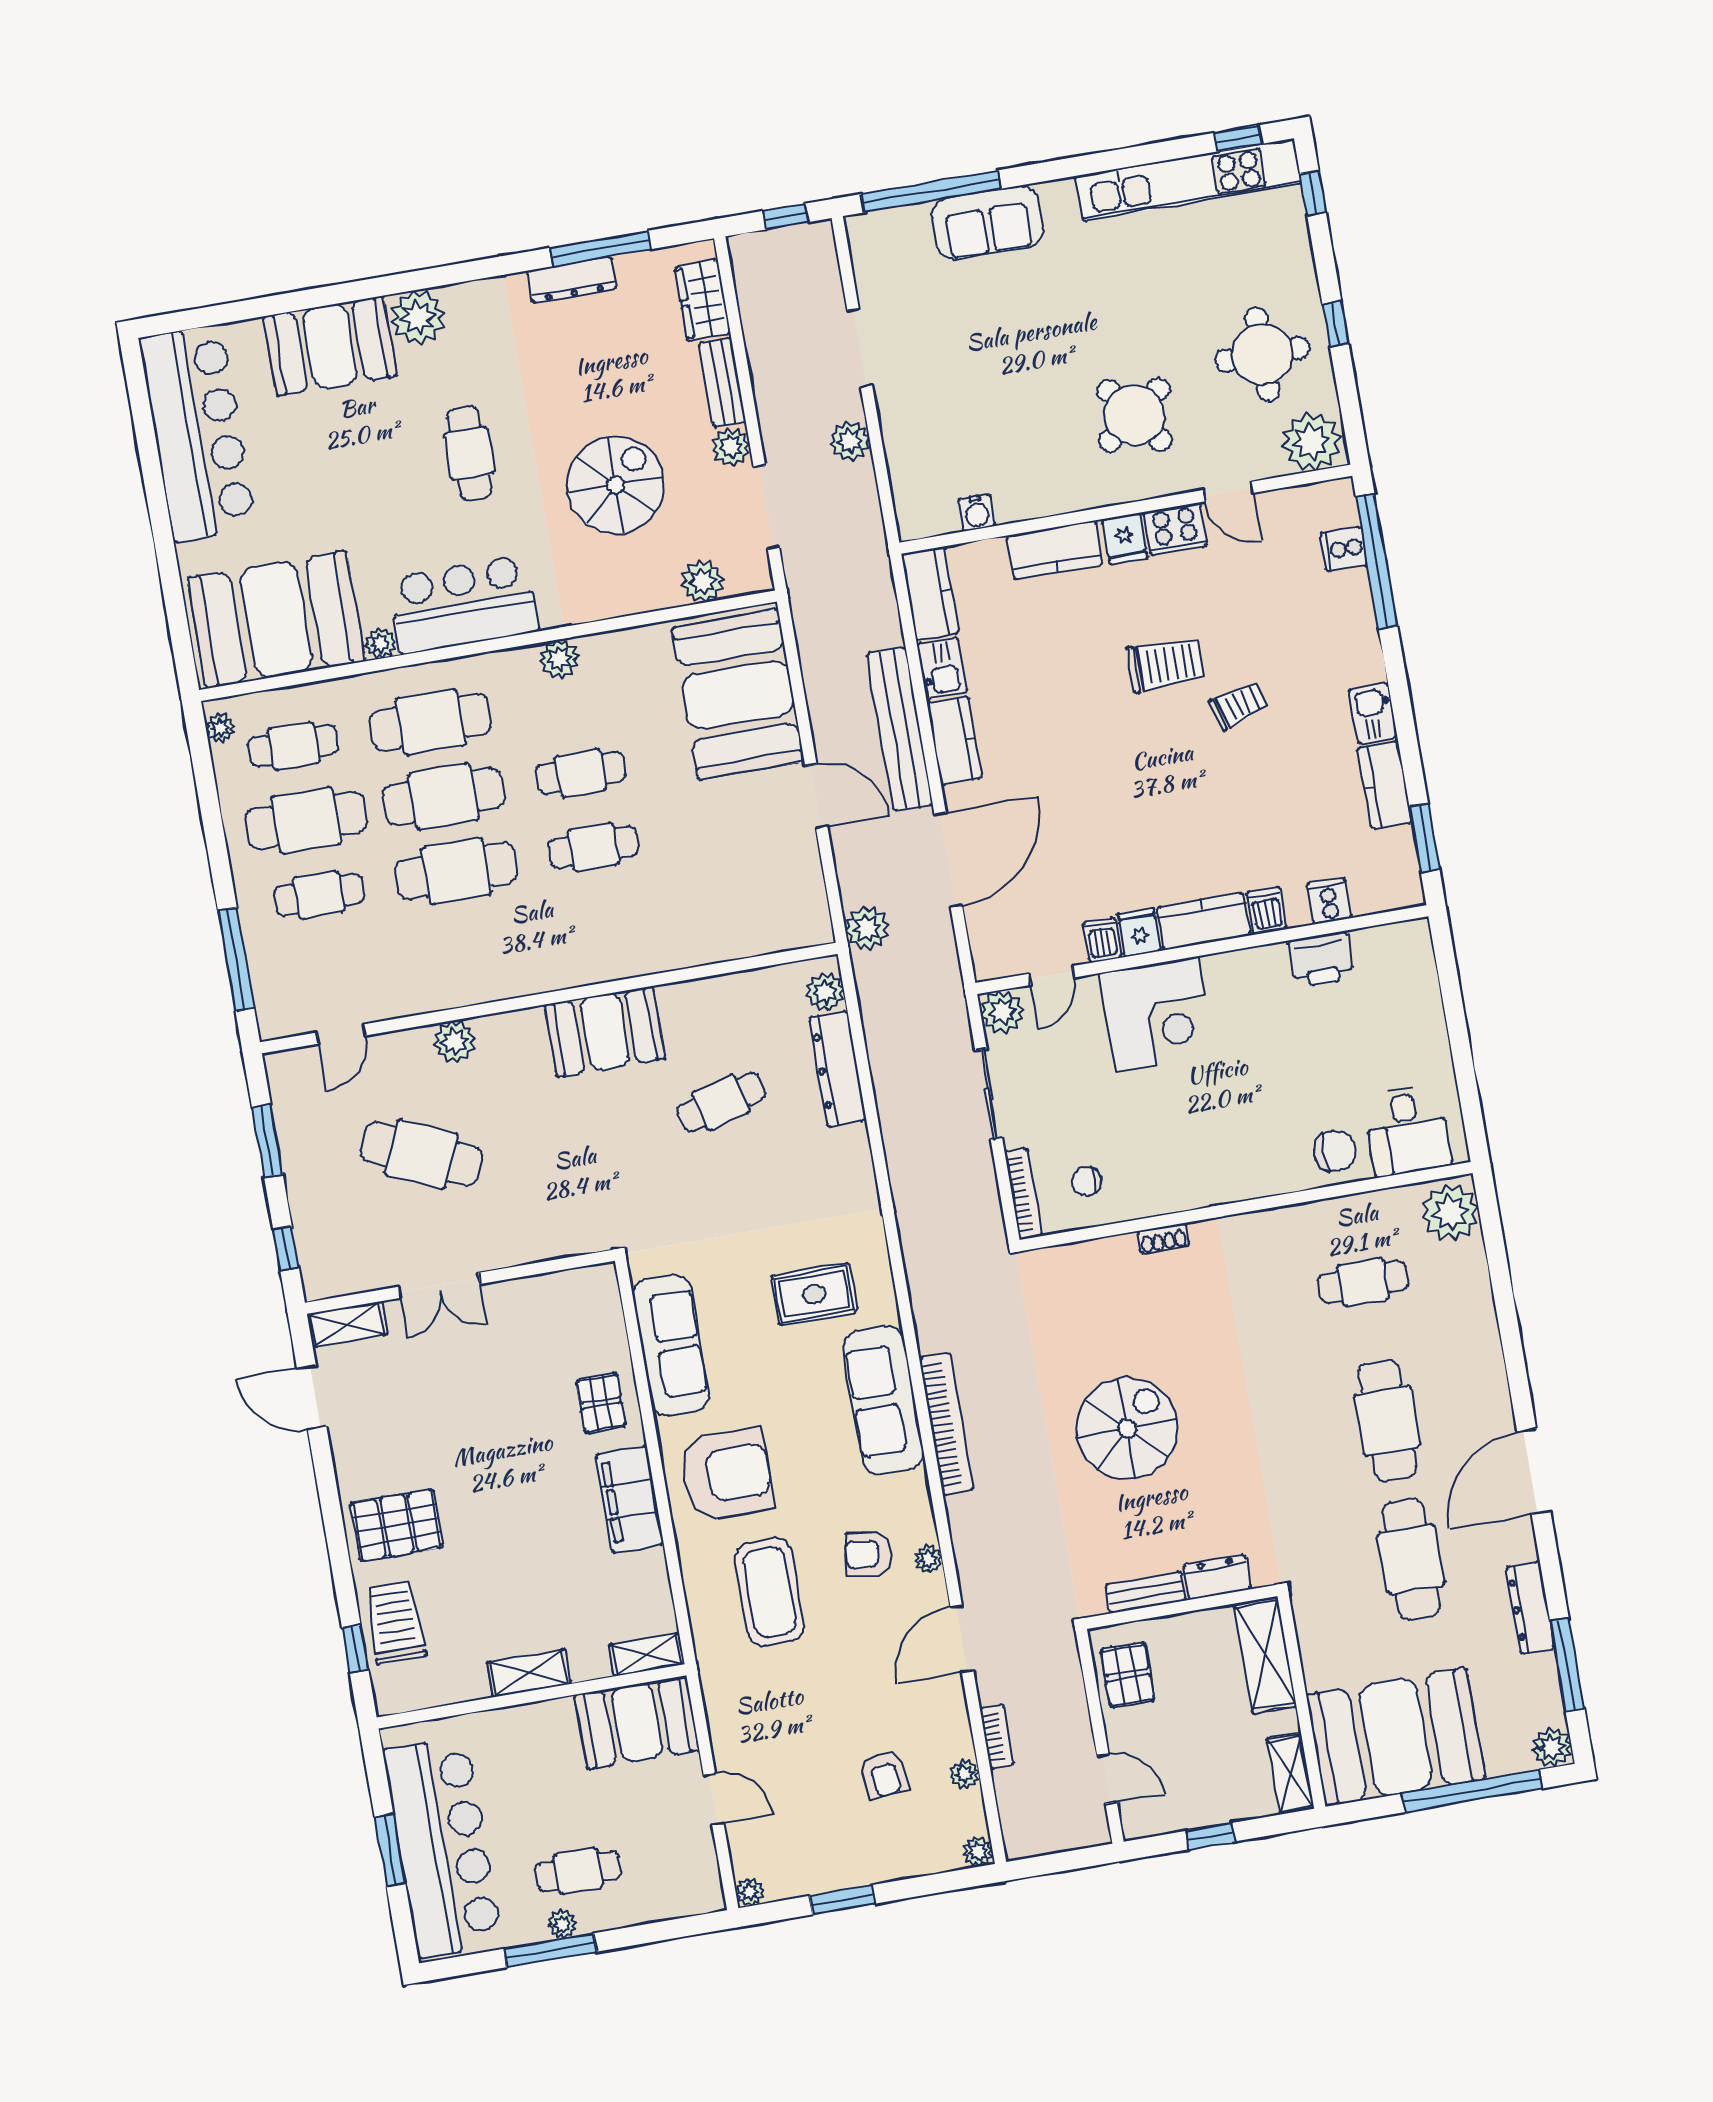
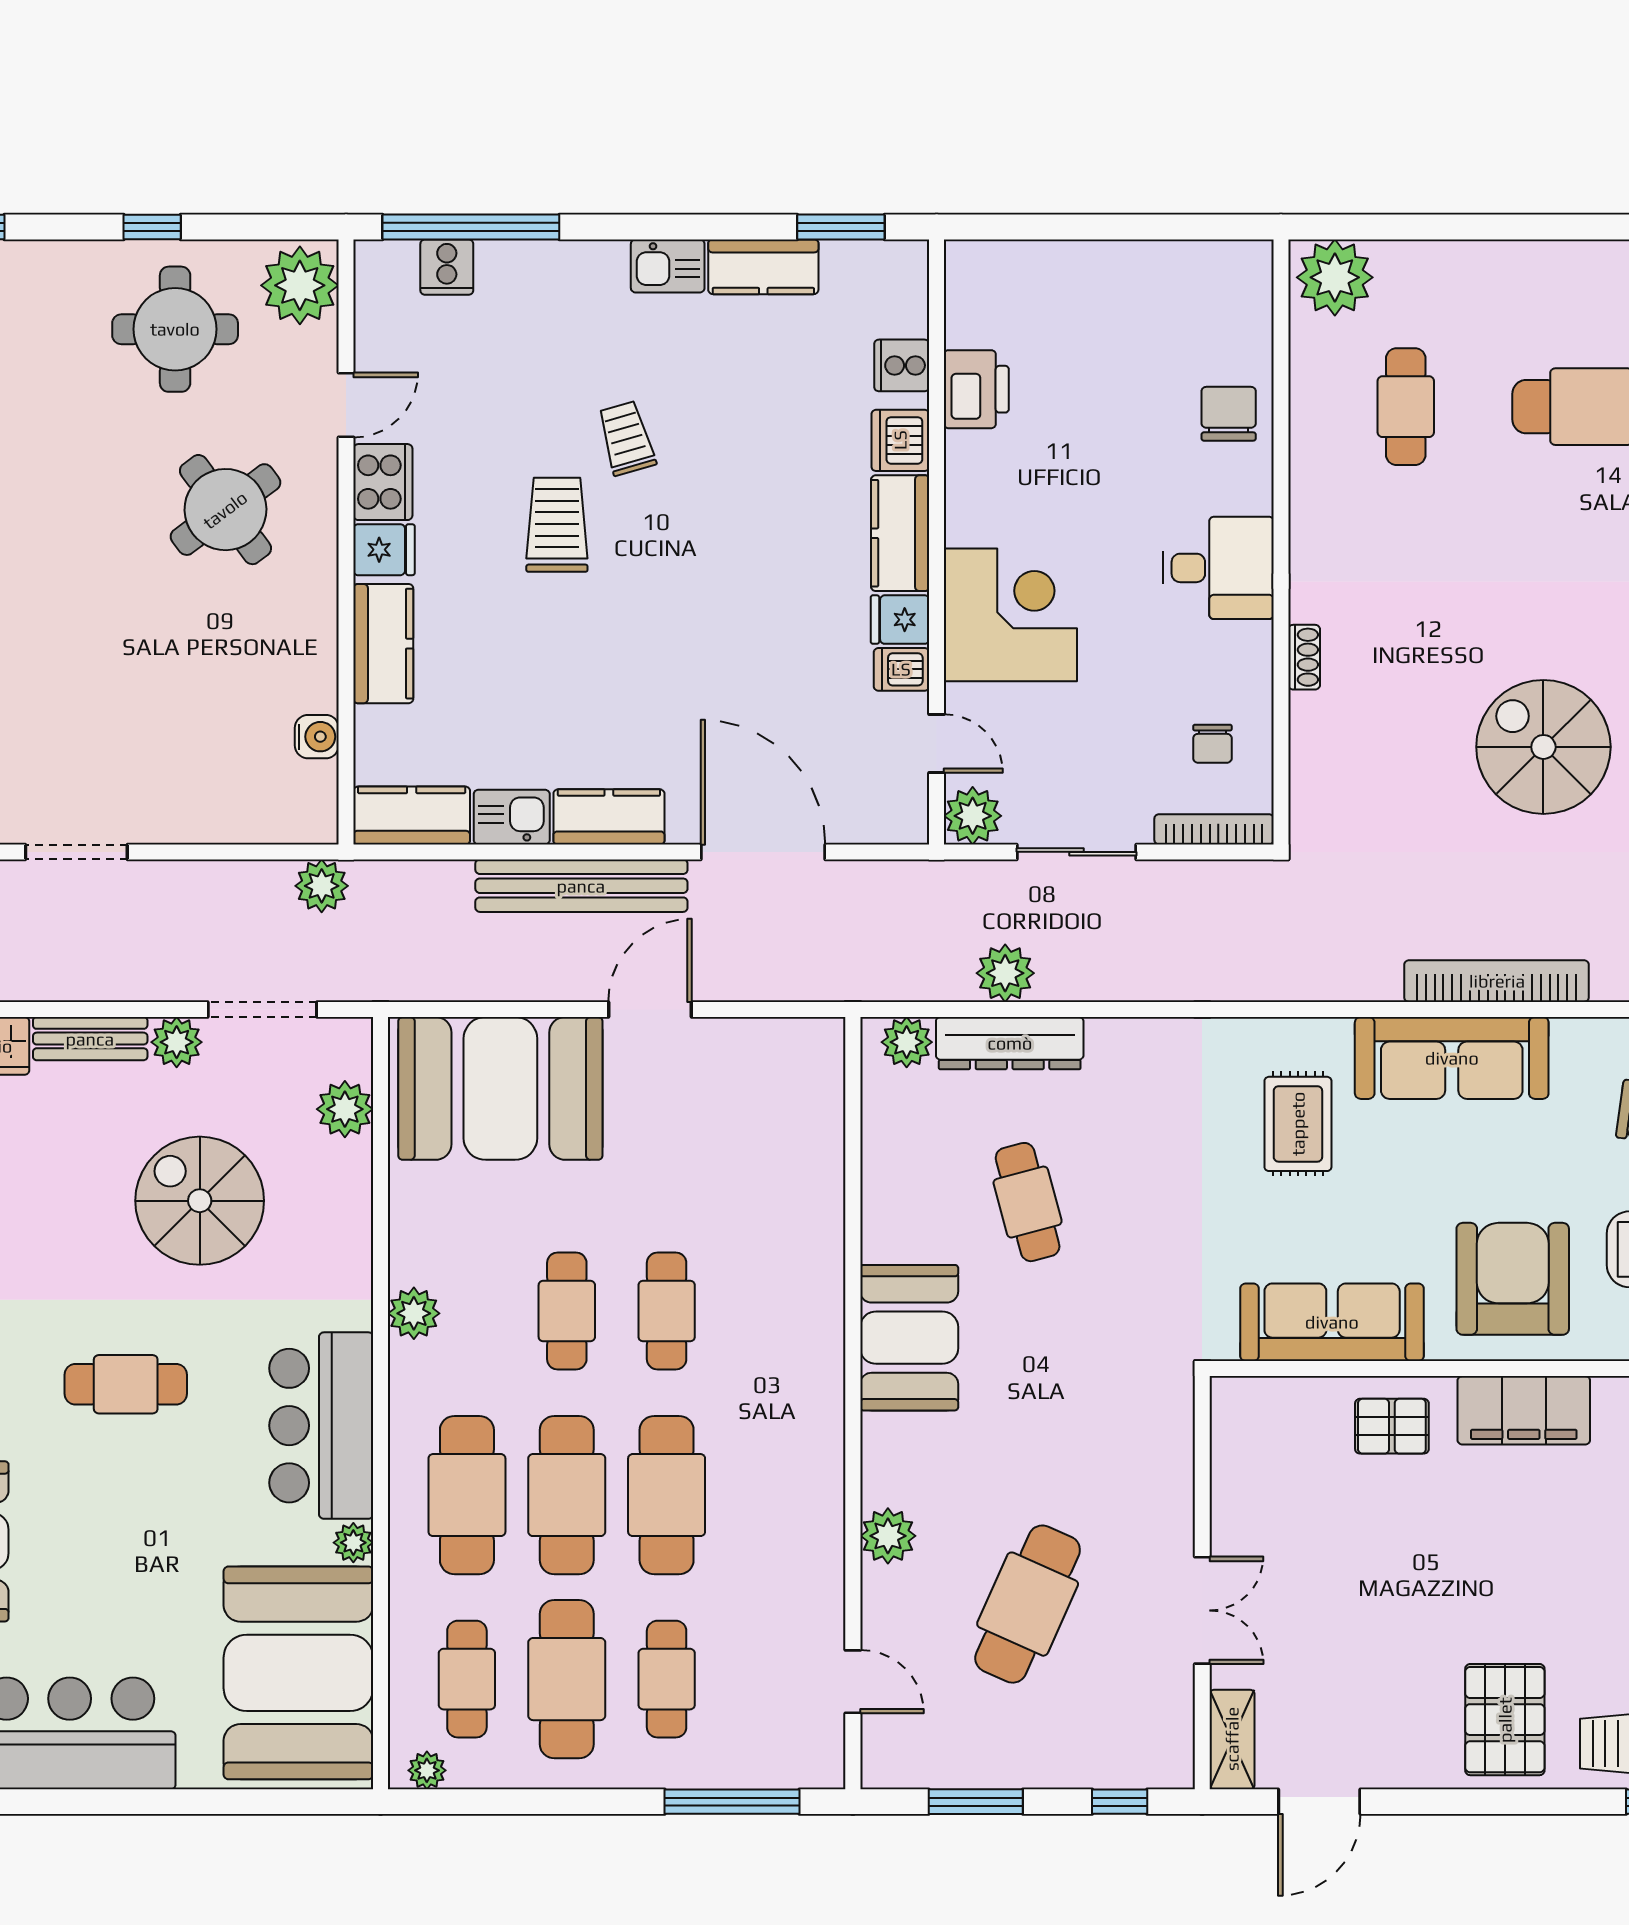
plant: (850, 441) -> (322, 886), moved
dishwasher: (1267, 911) -> (900, 440), width x1.38
plant: (867, 928) -> (1005, 973), moved
desk: (1407, 1130) -> (1218, 568), moved

